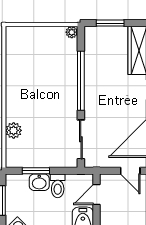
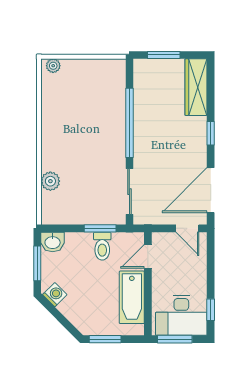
plant: (72, 32) -> (53, 66), moved
window: (36, 171) -> (100, 228), moved
washbasin: (39, 182) -> (53, 242), moved

